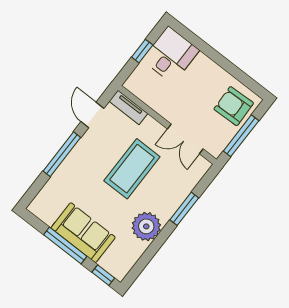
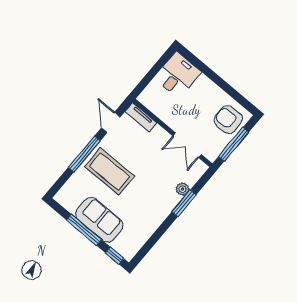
window: (142, 51) -> (154, 71), removed
coffee table: (132, 169) -> (109, 171), moved, turned 90
plant: (146, 226) -> (182, 189), moved, width x0.53, depth x0.53

